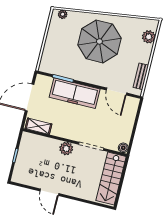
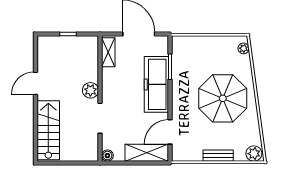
plant: (149, 37) -> (254, 154), moved
bench: (141, 76) -> (218, 156), moved
shelving: (129, 115) -> (147, 153), added
stairs: (111, 178) -> (48, 130), moved, turned 90

